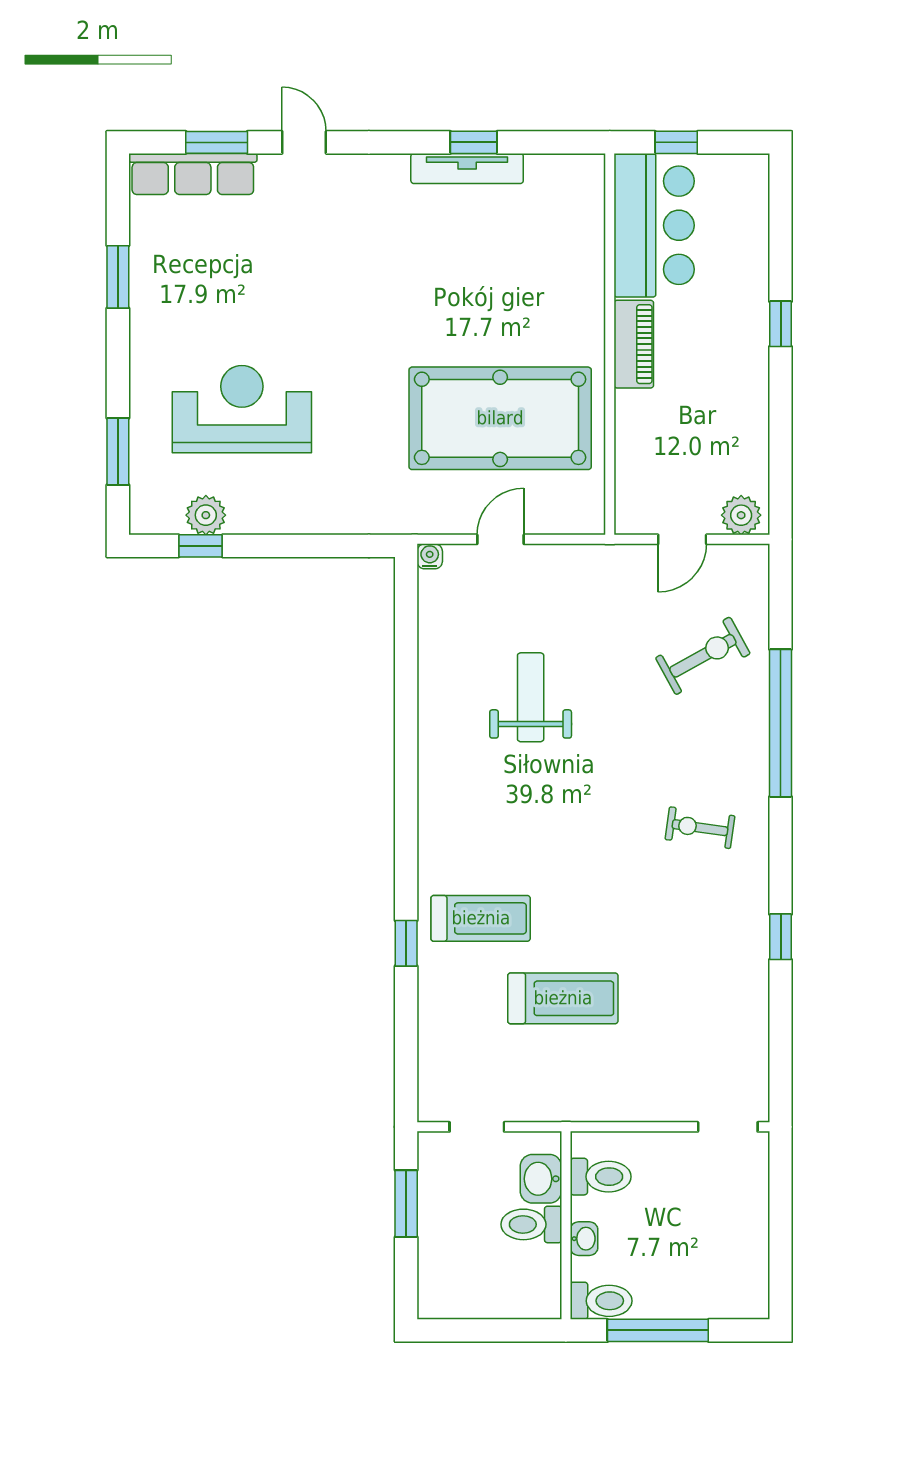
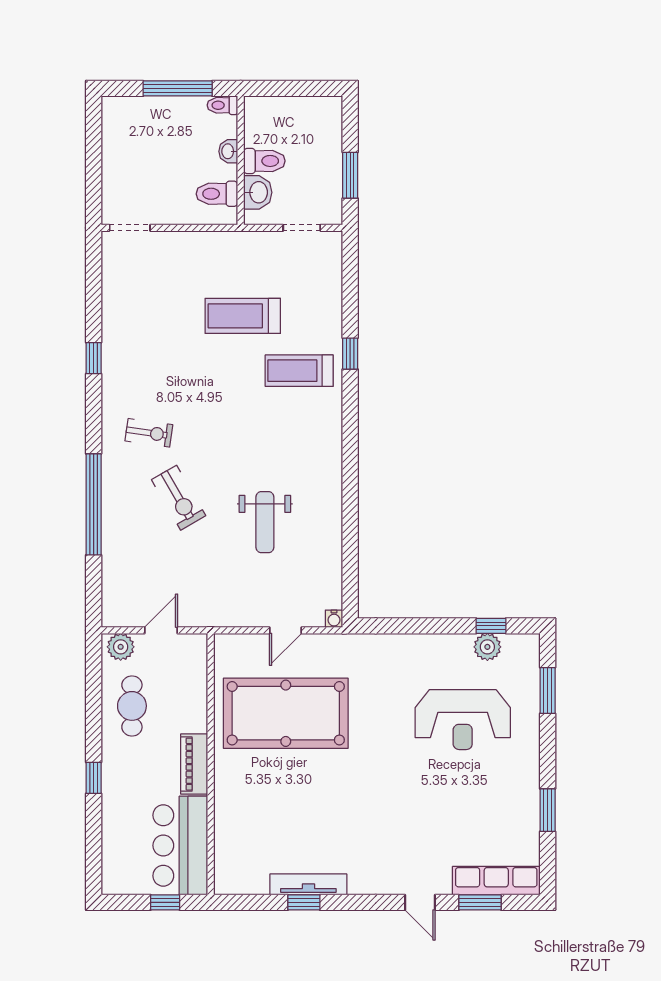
cafe table: (725, 429) -> (132, 706), added
exercise bike: (703, 656) -> (179, 498), moved, turned -91
toilet: (601, 1301) -> (222, 105), width x0.73, depth x0.72

